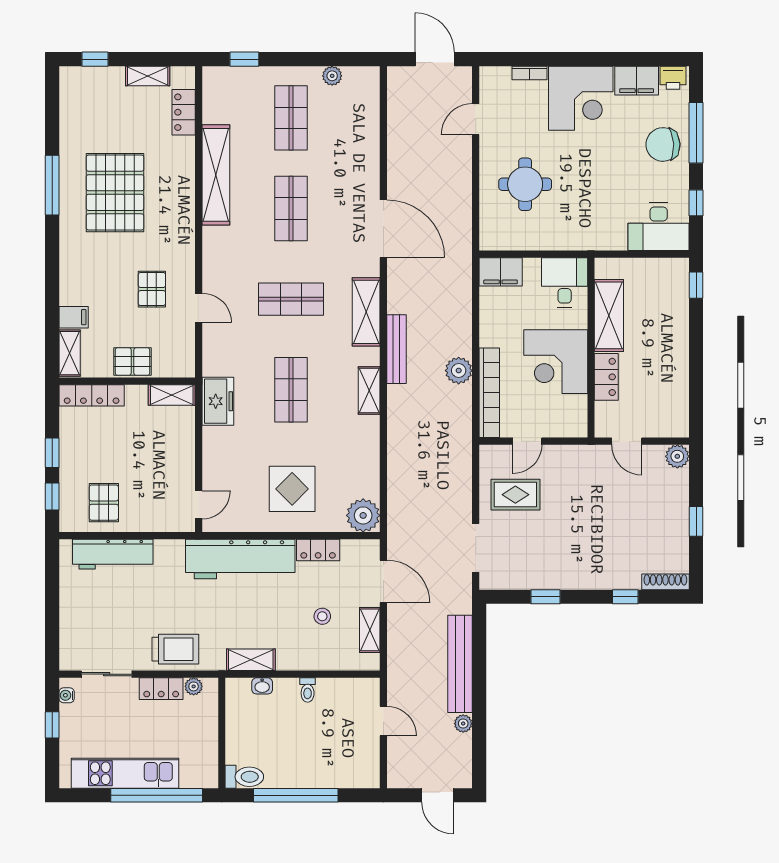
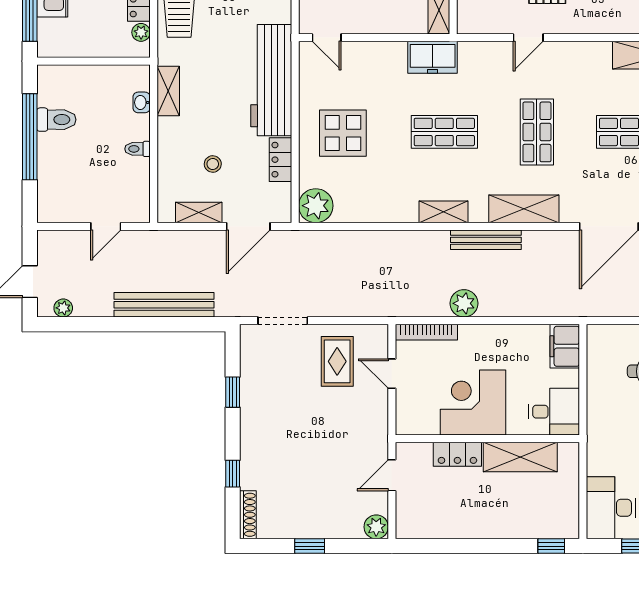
bookcase: (489, 393) -> (426, 332), width x0.68, depth x0.76
plant: (463, 724) -> (63, 308), moved
toilet: (244, 777) -> (56, 120), moved, turned -90

